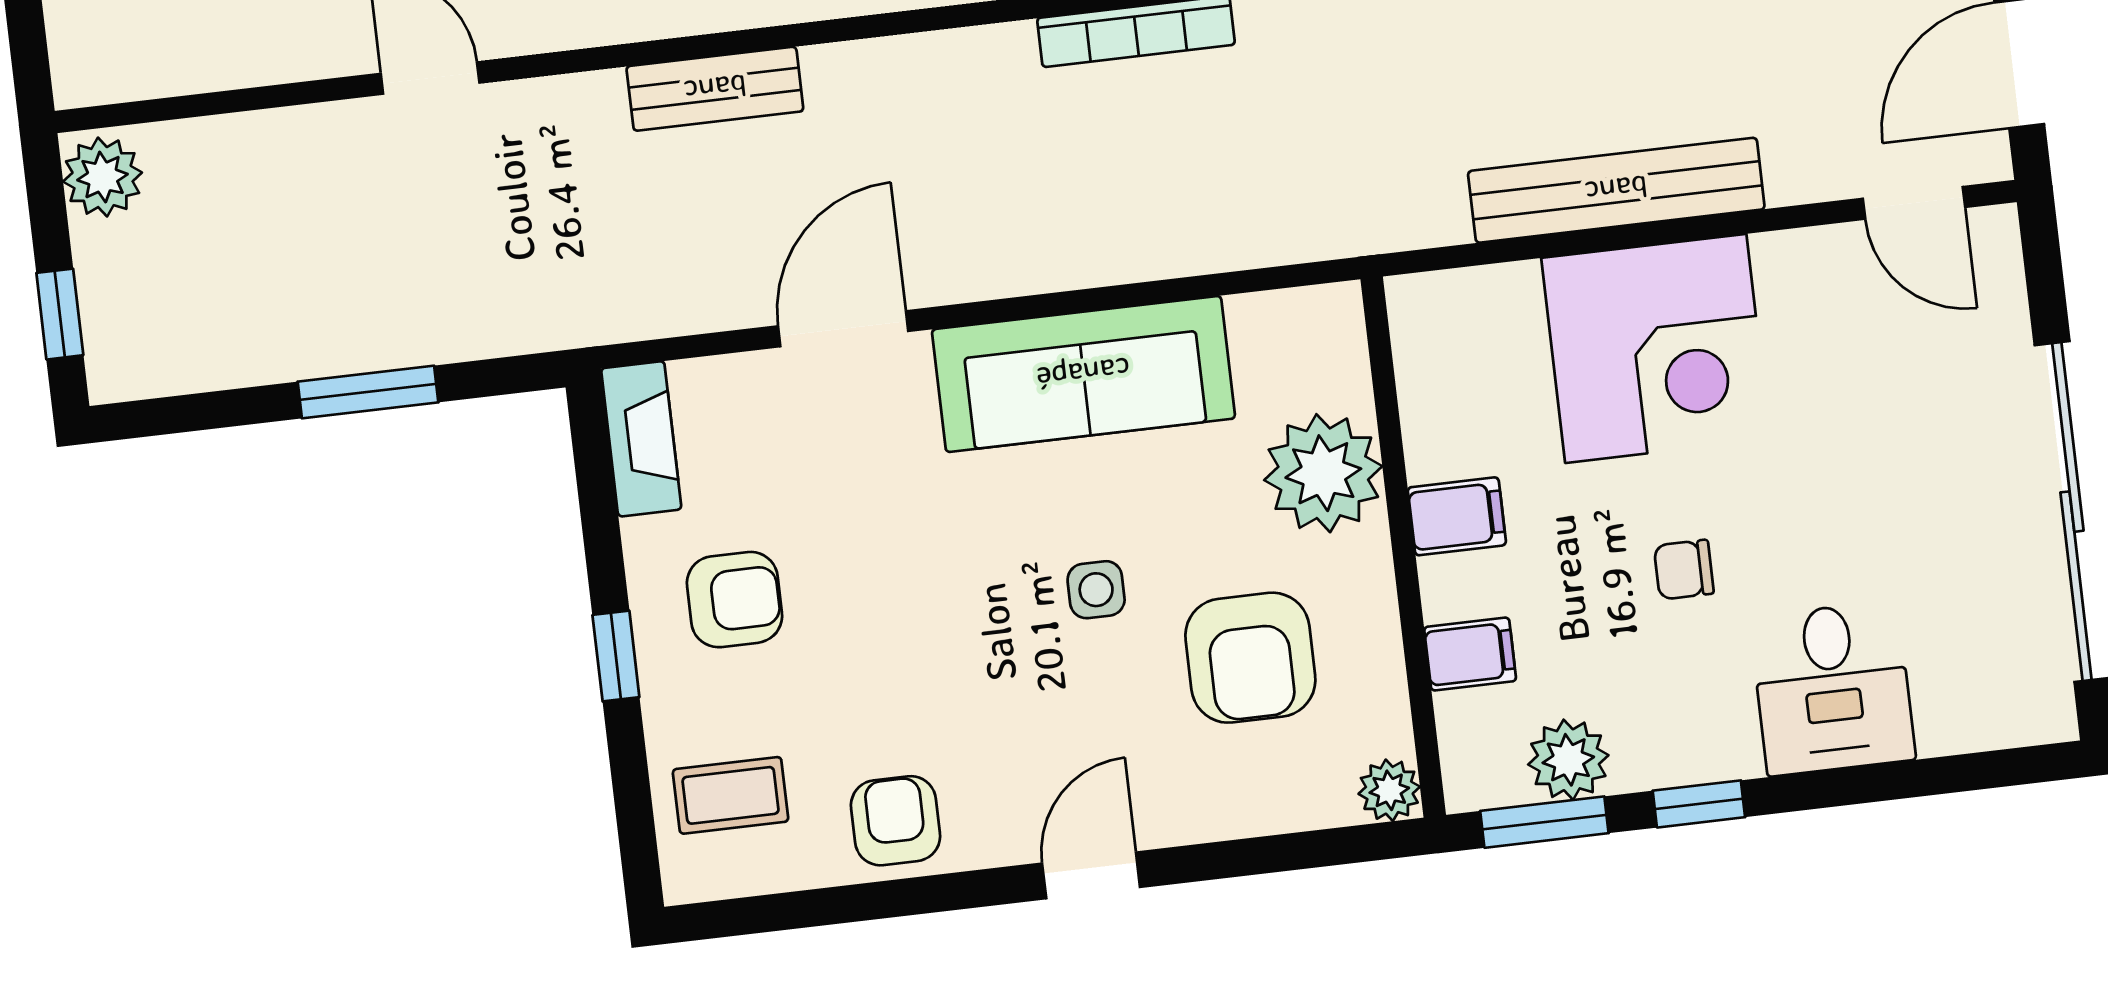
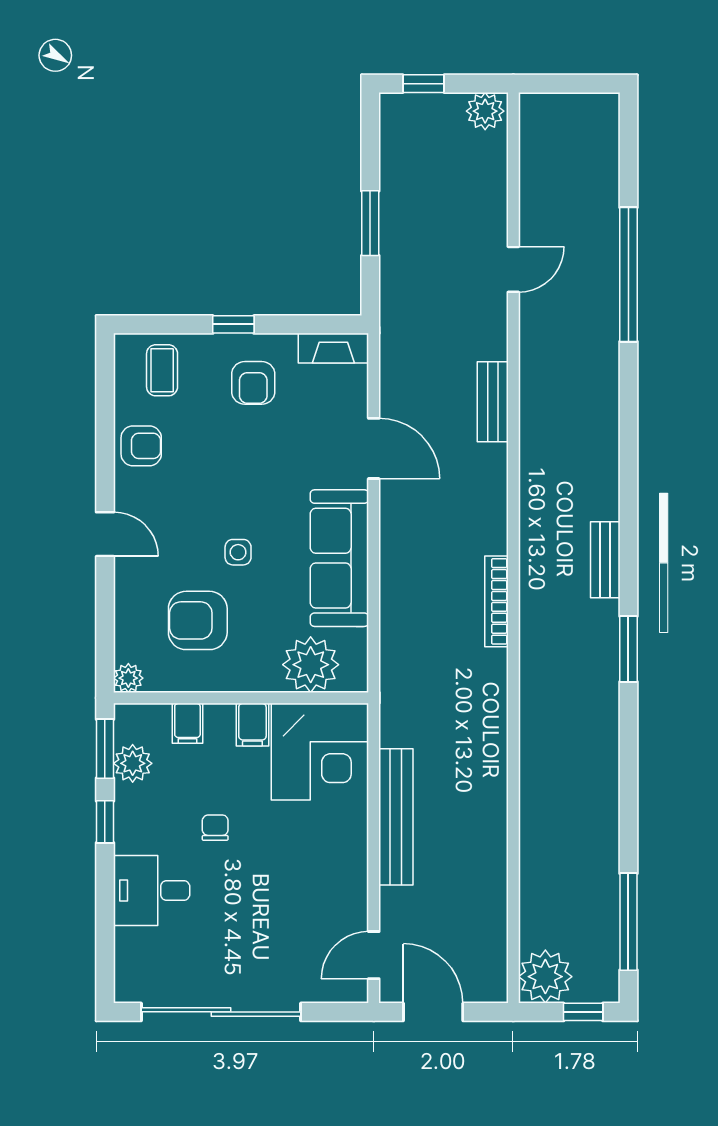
corner desk: (1656, 348) -> (320, 752), moved, turned -90
plant: (1323, 473) -> (311, 665), moved

